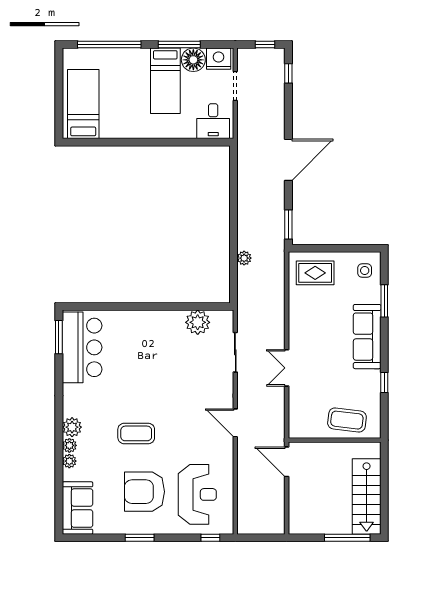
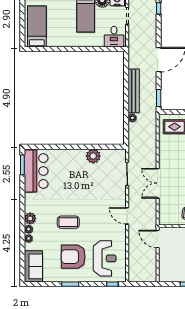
bench: (246, 212) -> (134, 91), added
plant: (198, 322) -> (93, 156), moved
double door: (287, 368) -> (158, 183), width x1.37

